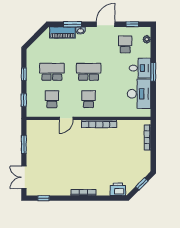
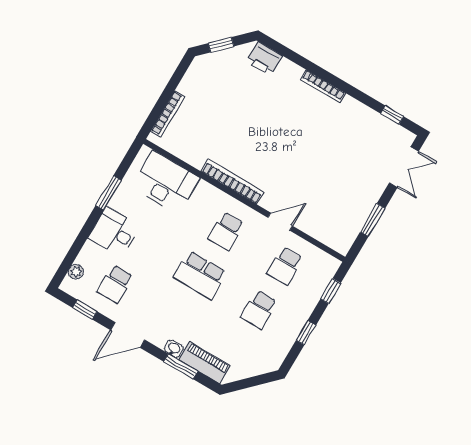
school desk: (52, 72) -> (259, 310), width x0.54
window: (153, 72) -> (109, 193), moved
desk: (139, 94) -> (166, 182), moved, turned 90

